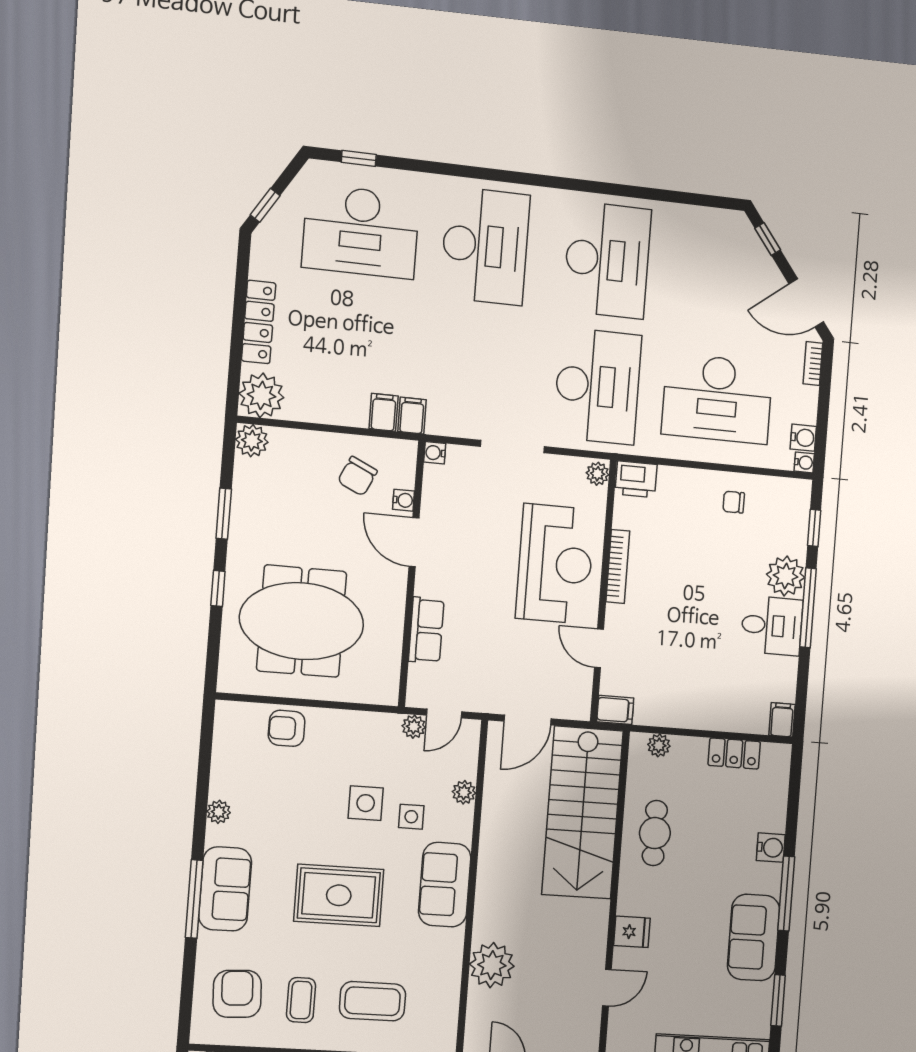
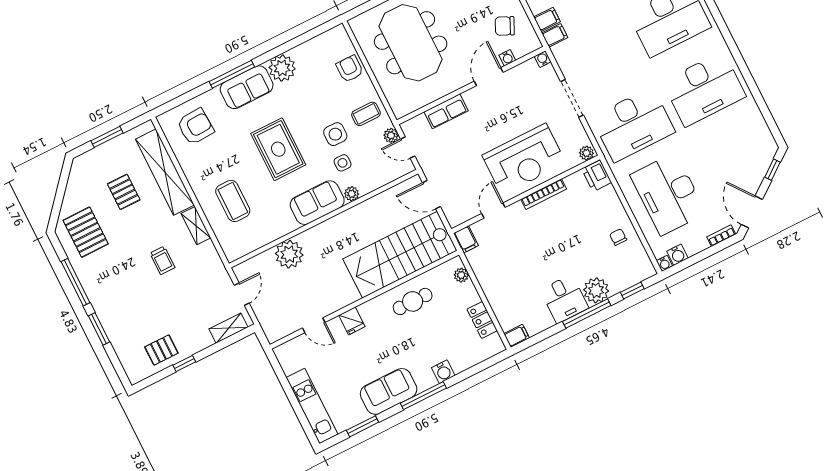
plant: (464, 792) -> (352, 194), moved
plant: (219, 812) -> (282, 68), width x1.88, depth x1.88
coffee table: (301, 1000) -> (366, 114), moved

